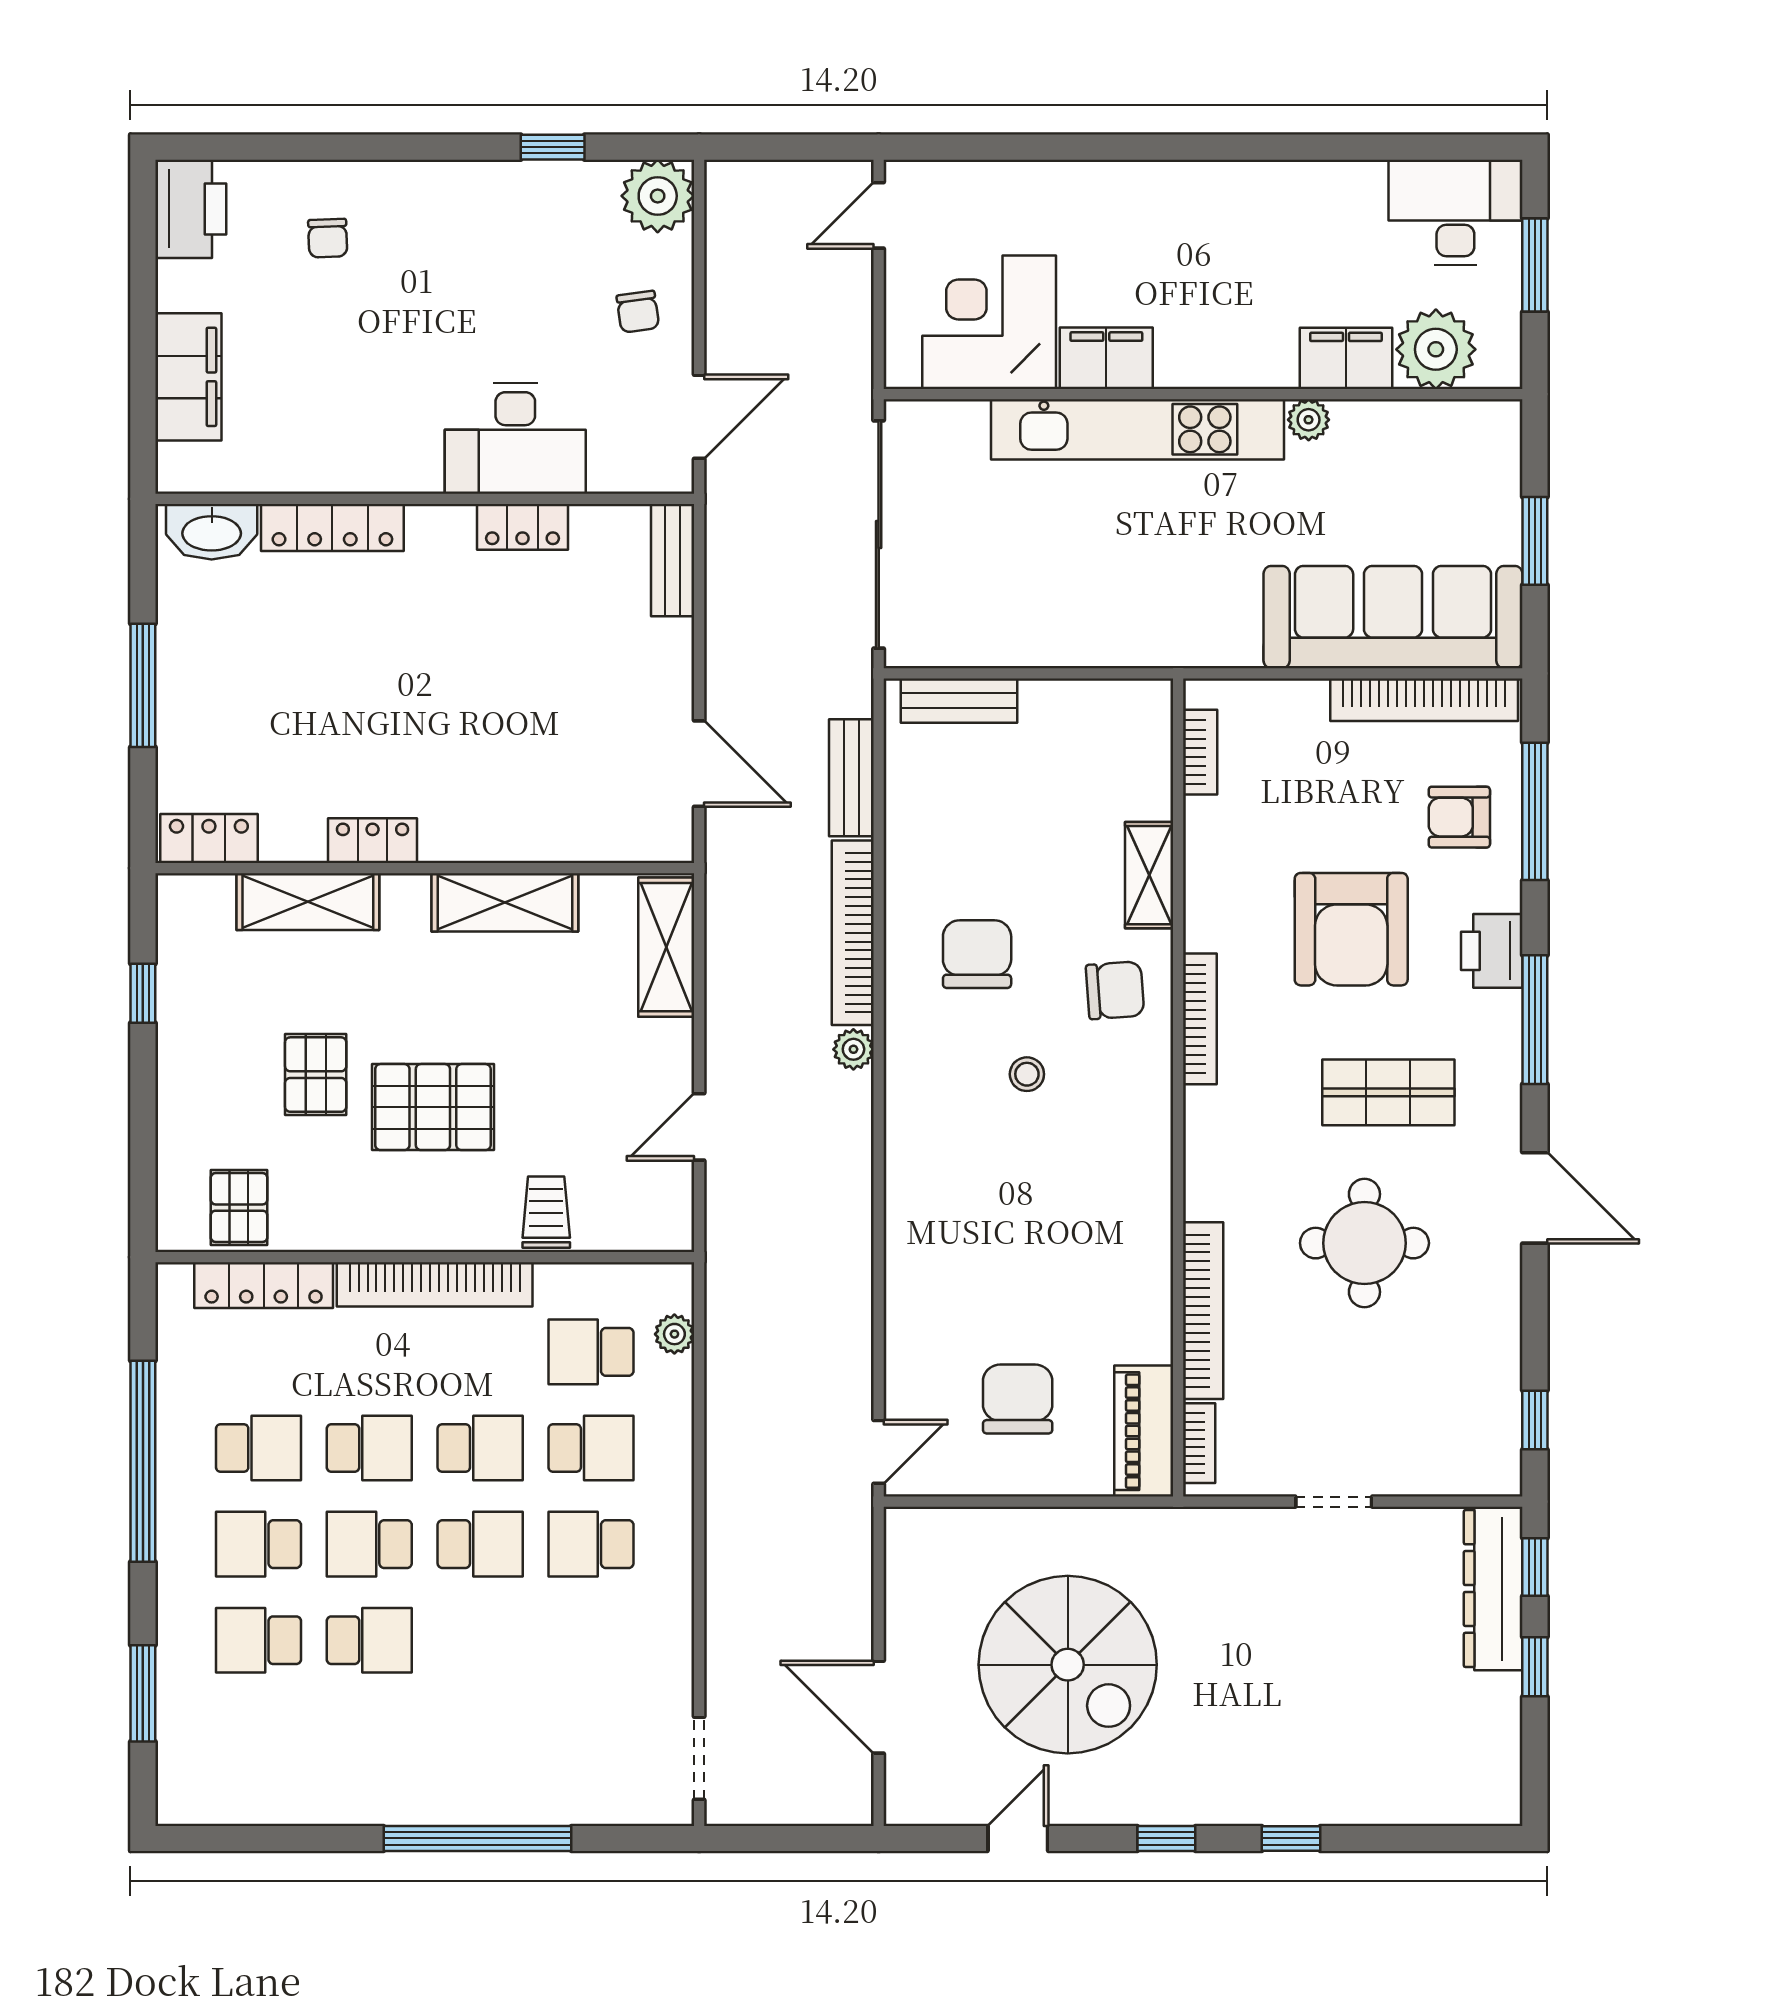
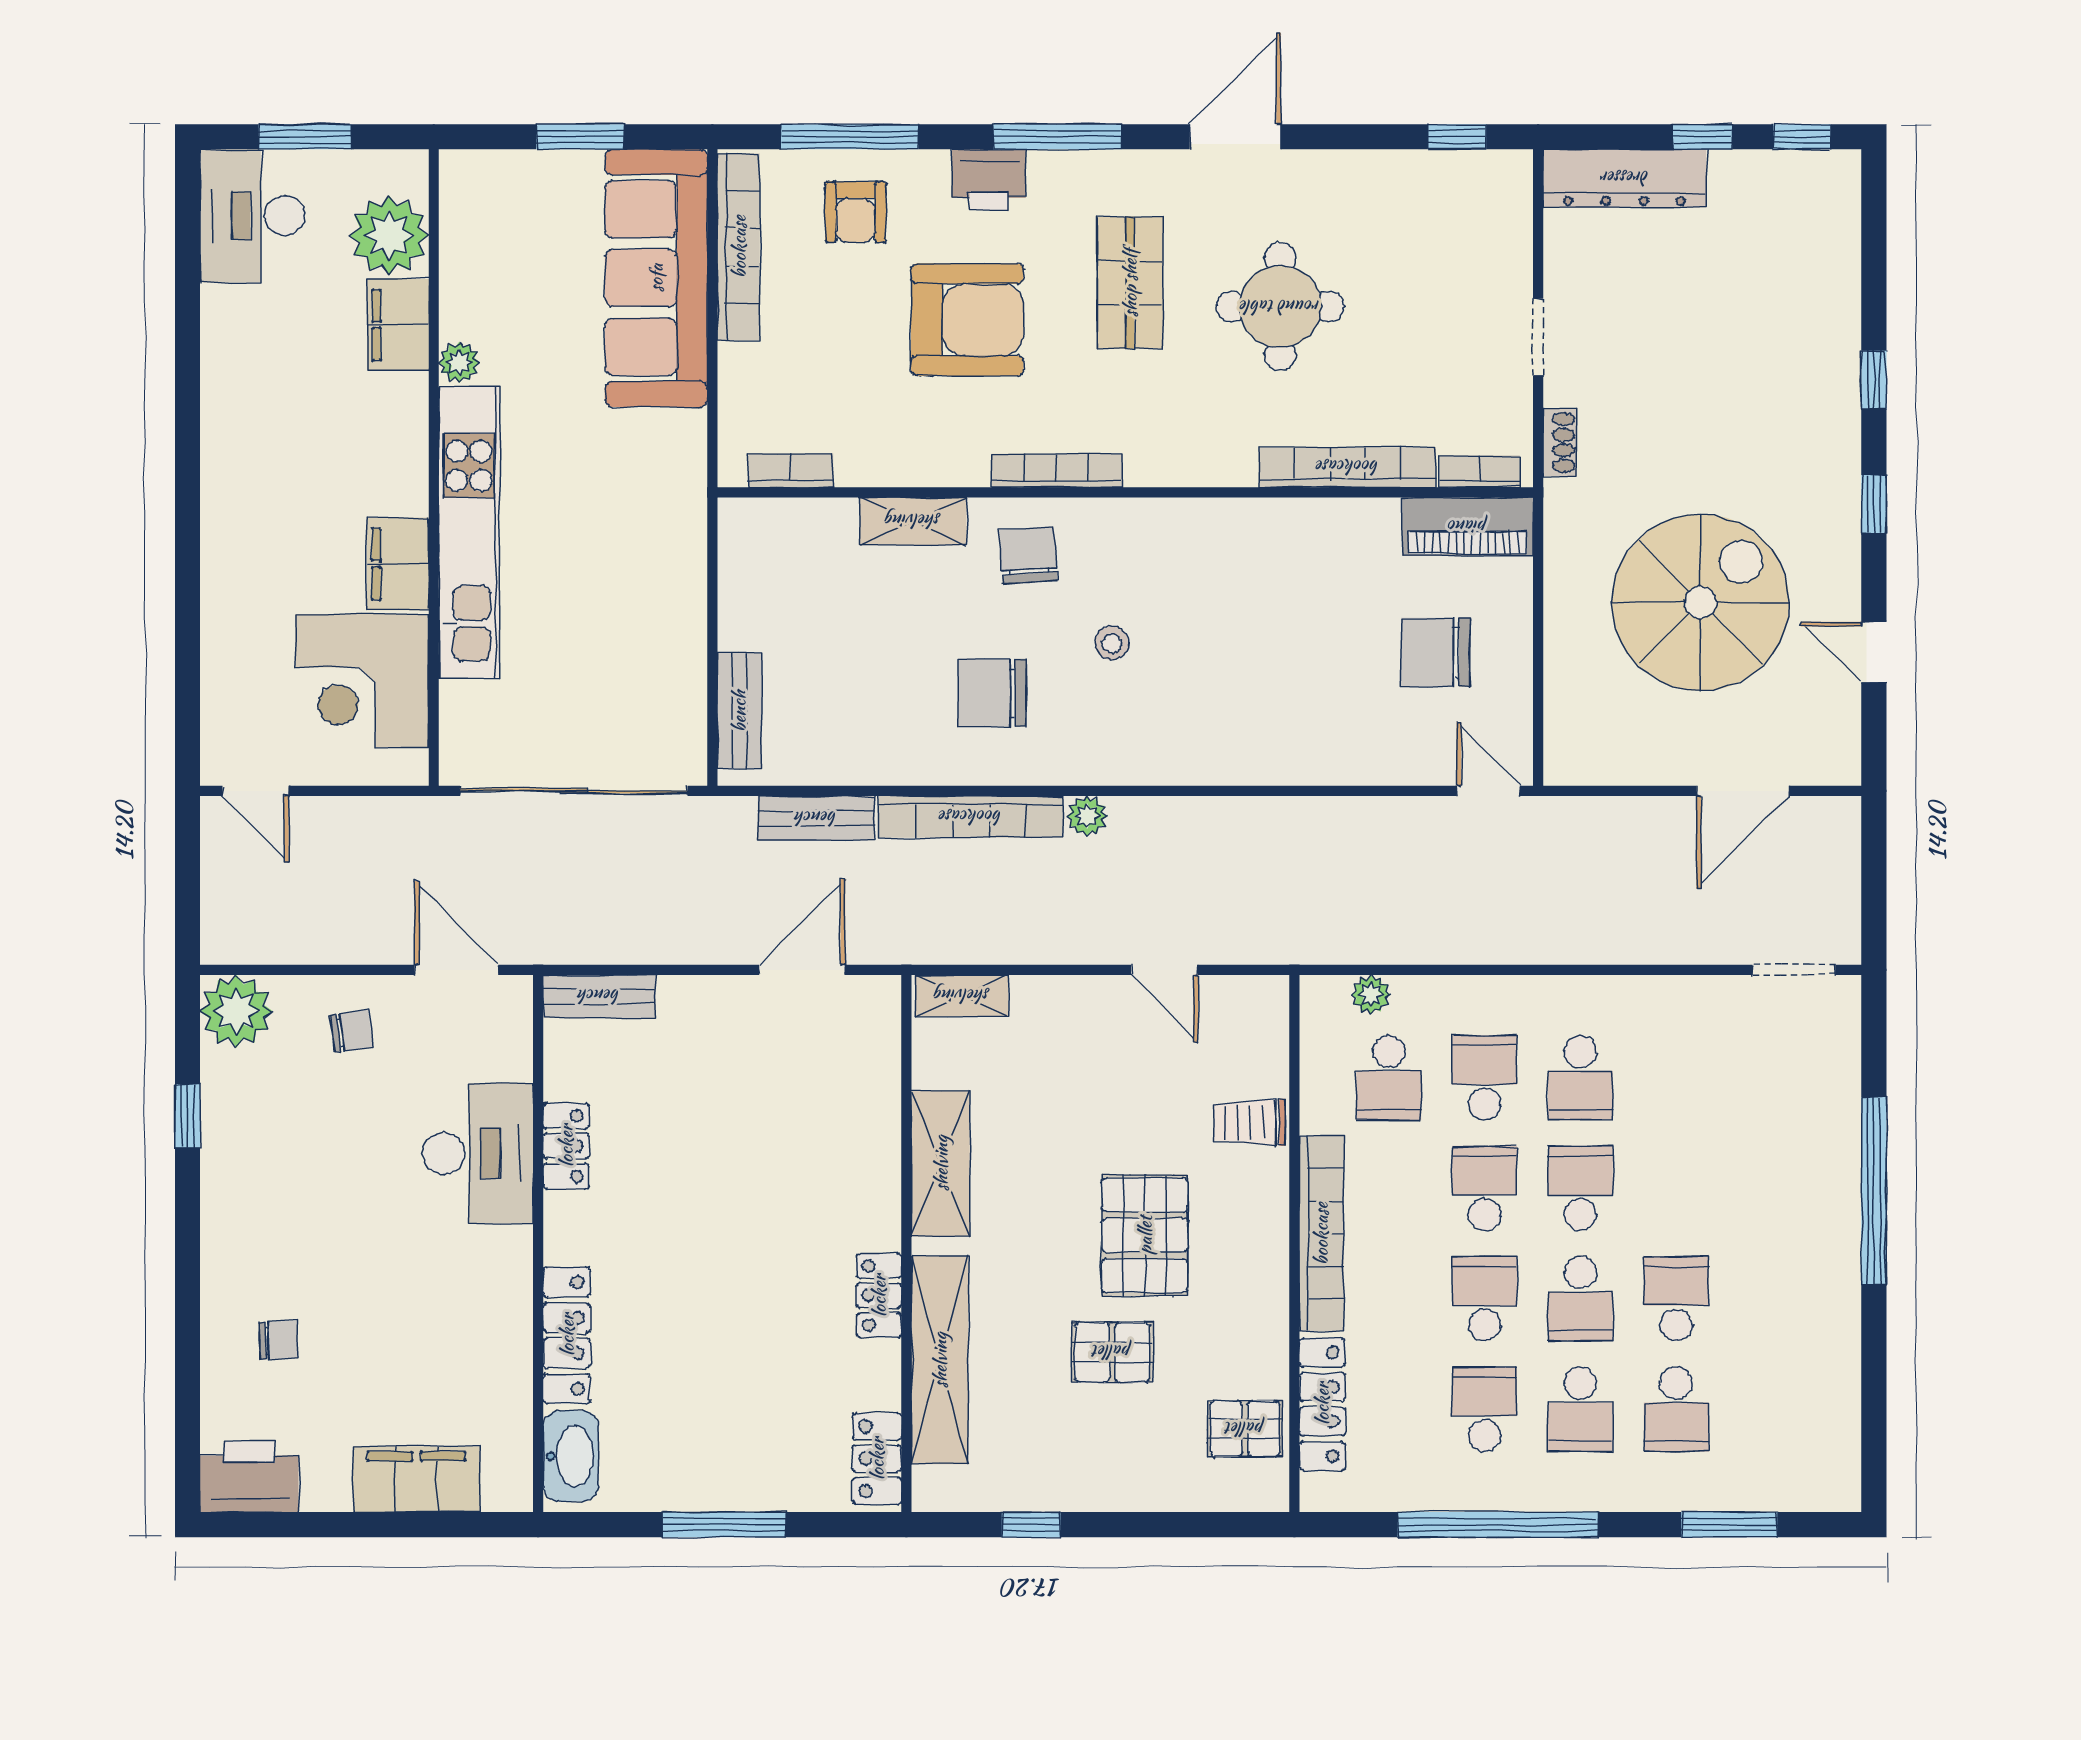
shelving: (308, 902) -> (940, 1360), width x1.47
shelving: (666, 947) -> (962, 996), width x0.67, depth x0.75
shoe rack: (1228, 1523) -> (1559, 442), added
window: (1535, 1567) -> (1802, 137), moved

